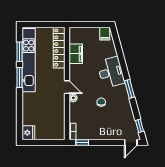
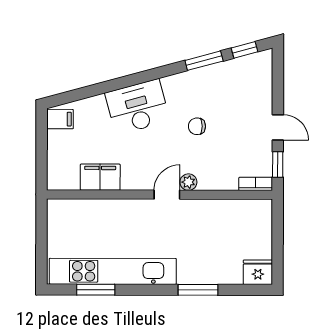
locker: (59, 48) -> (88, 210), removed
window: (19, 78) -> (198, 290), moved
window: (130, 89) -> (204, 61), moved
door: (131, 143) -> (278, 127), moved

